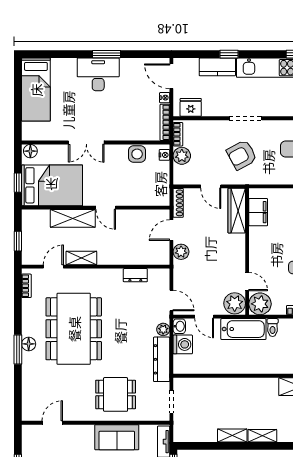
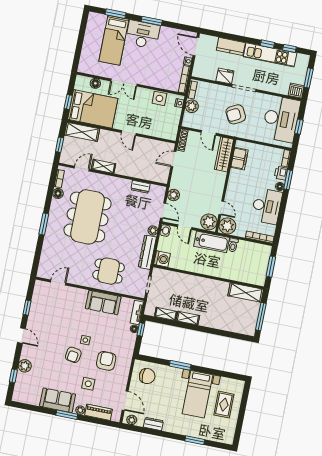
window: (57, 54) -> (116, 14), added
window: (229, 54) -> (267, 44), moved
bed: (36, 90) -> (114, 40), moved
fridge: (191, 107) -> (225, 76), moved
floor lamp: (30, 151) -> (95, 83), moved
shelving: (73, 218) -> (82, 132), moved
plant: (181, 252) -> (174, 195), moved
floor lamp: (29, 344) -> (58, 193), moved
washing machine: (183, 344) -> (162, 259), moved
shelving: (262, 436) -> (166, 314), moved

